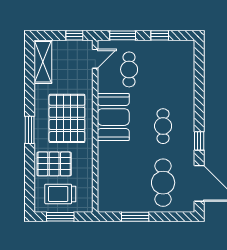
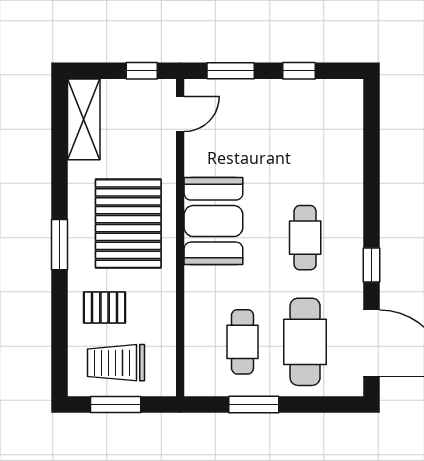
cafe table: (129, 69) -> (242, 342), moved
pallet: (54, 164) -> (105, 307), width x0.67, depth x0.71

